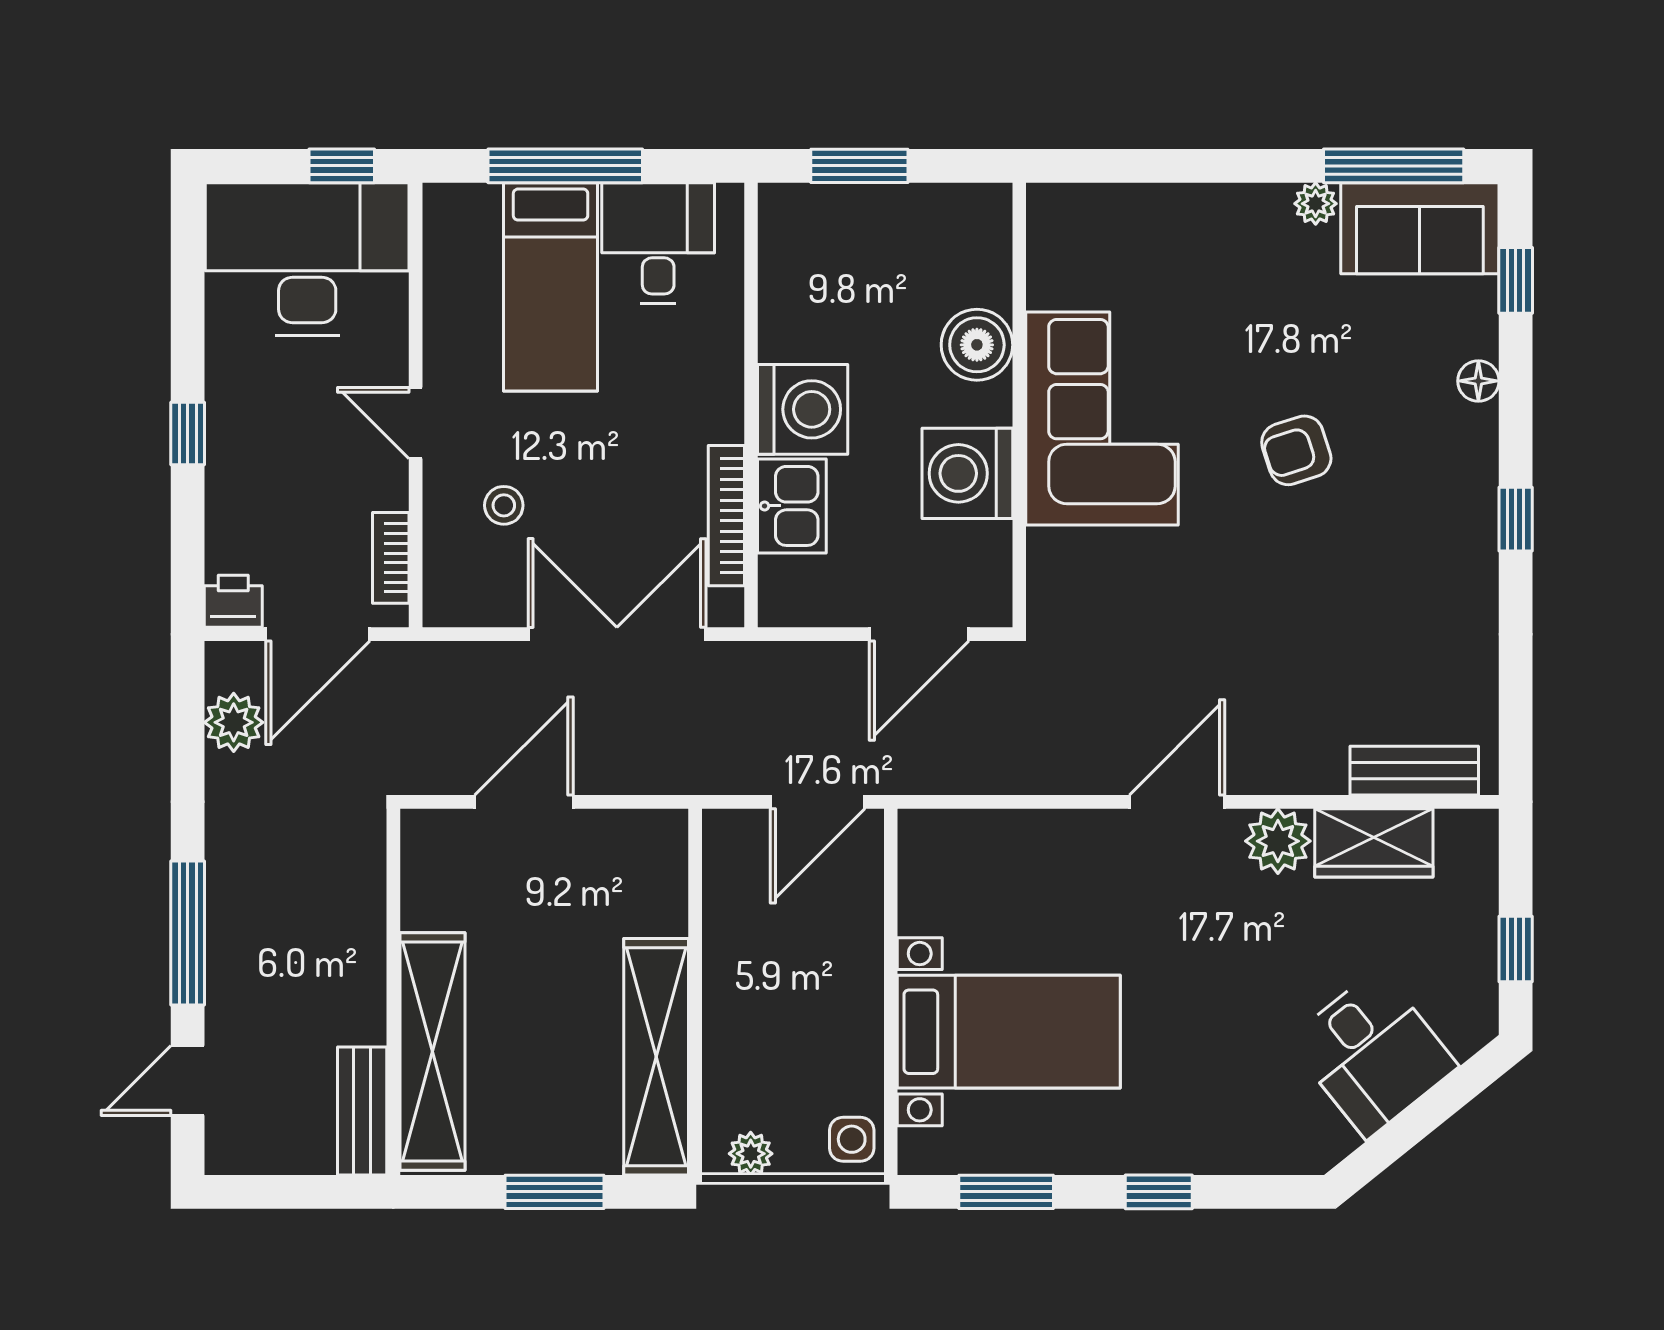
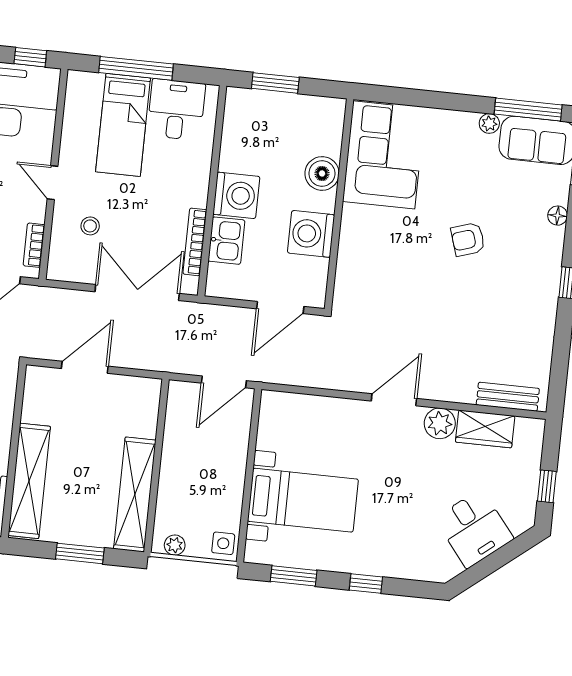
corner sofa: (1102, 419) -> (384, 155), moved

